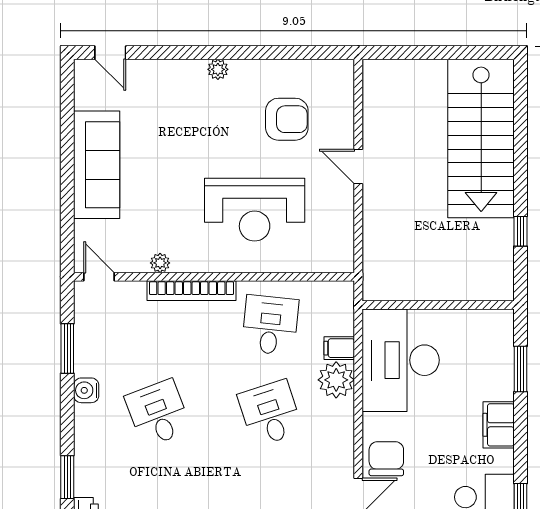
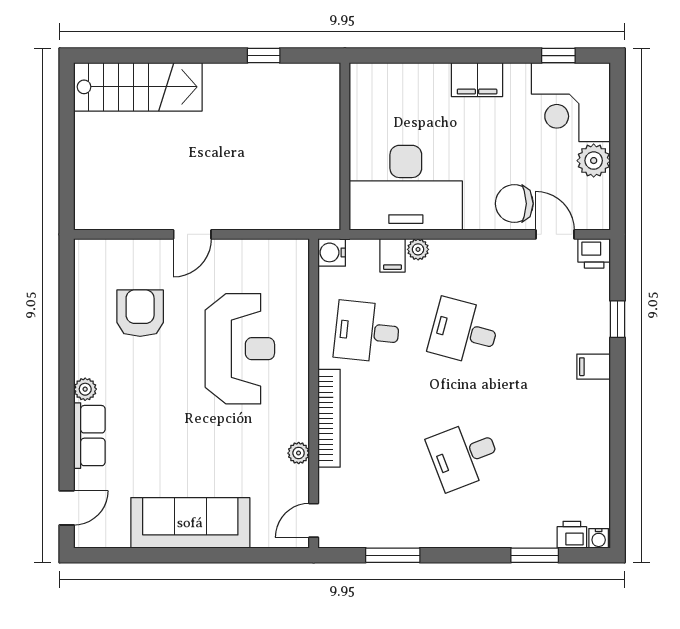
row of seats: (176, 73) -> (89, 436), added
stairs: (481, 138) -> (138, 87), width x0.73, depth x0.66
window: (521, 369) -> (415, 56), removed
plant: (336, 380) -> (418, 249), width x0.53, depth x0.53
water cooler: (86, 390) -> (332, 252), moved, turned 90
desk: (270, 413) -> (464, 332), turned 33

